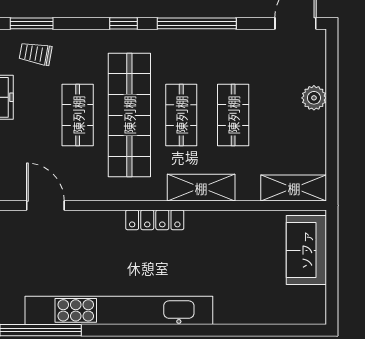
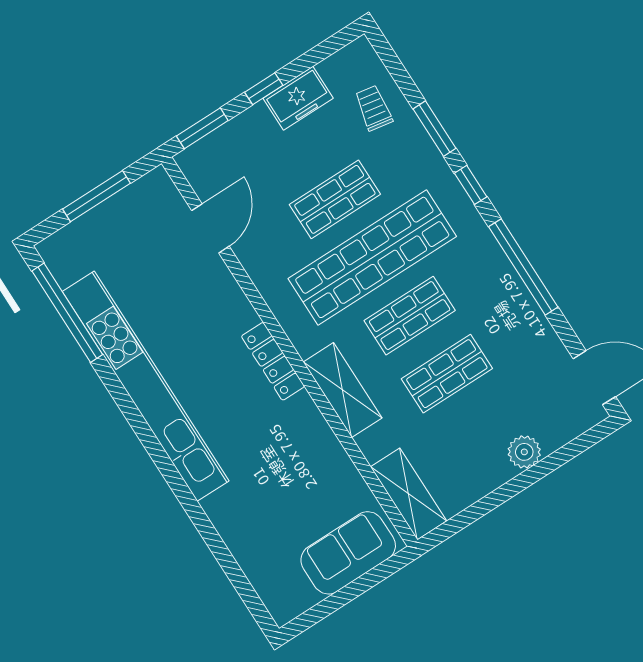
window: (32, 23) -> (434, 129), moved

